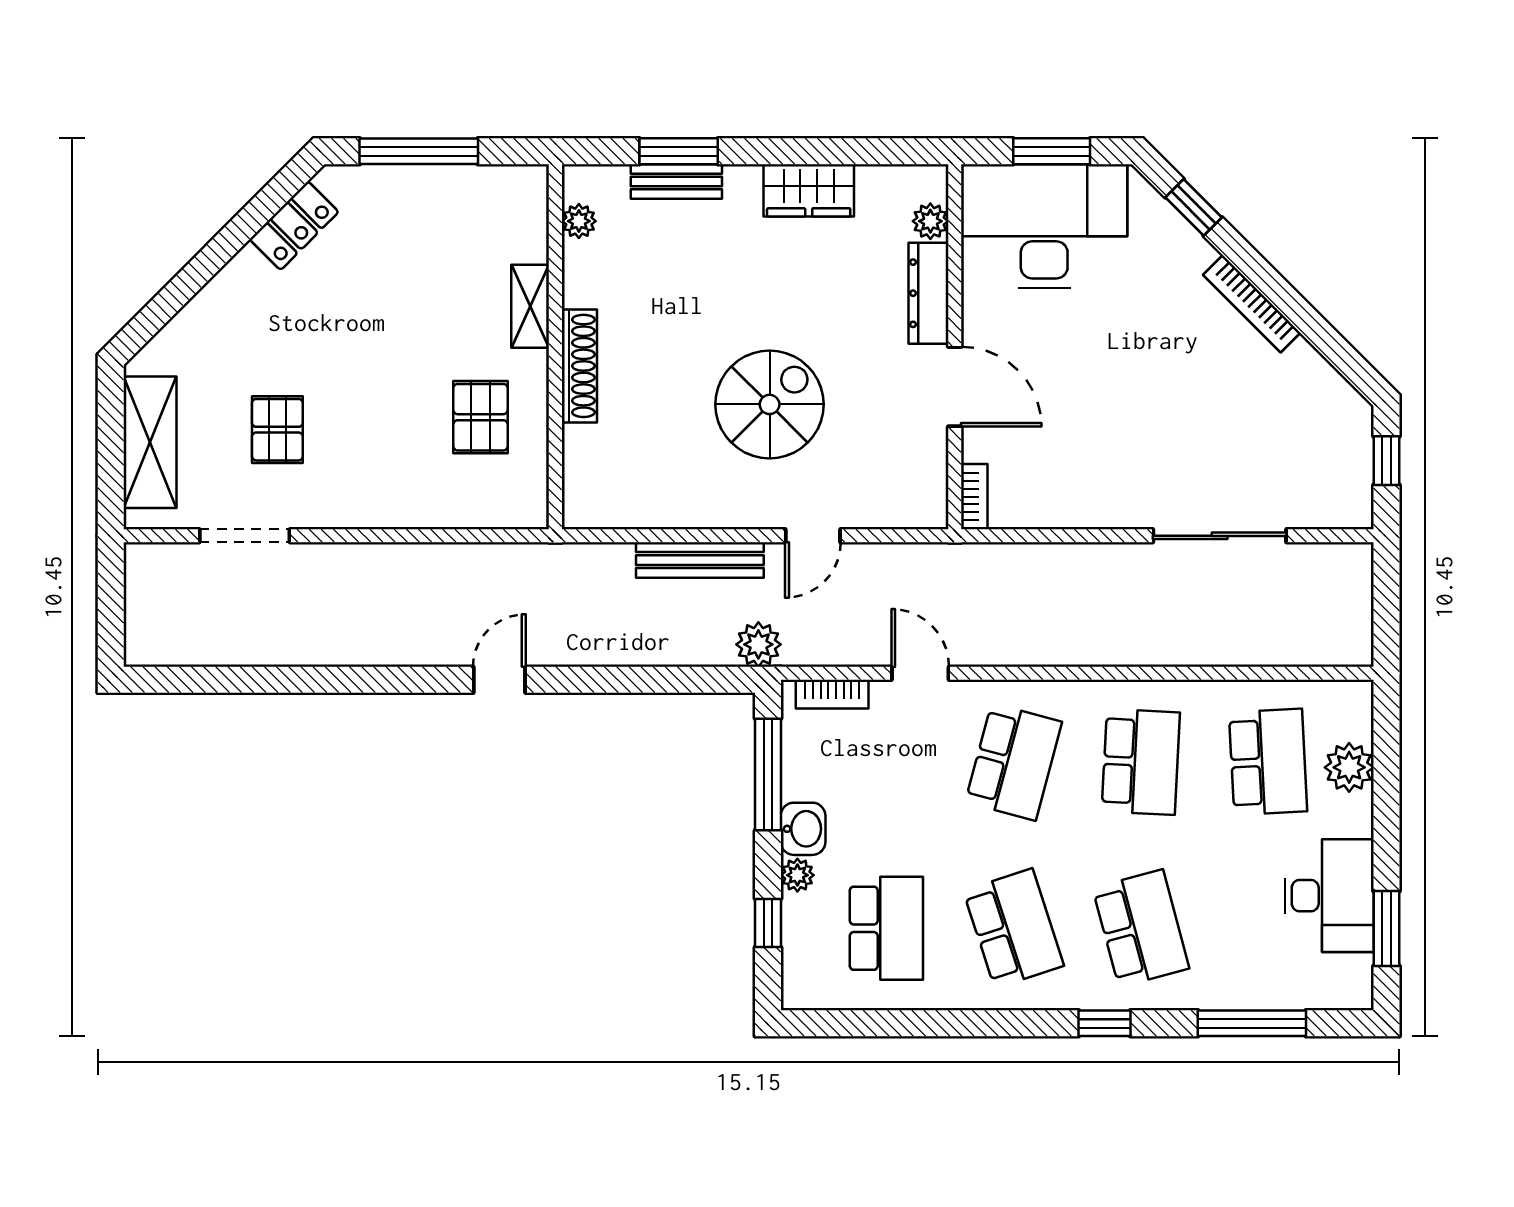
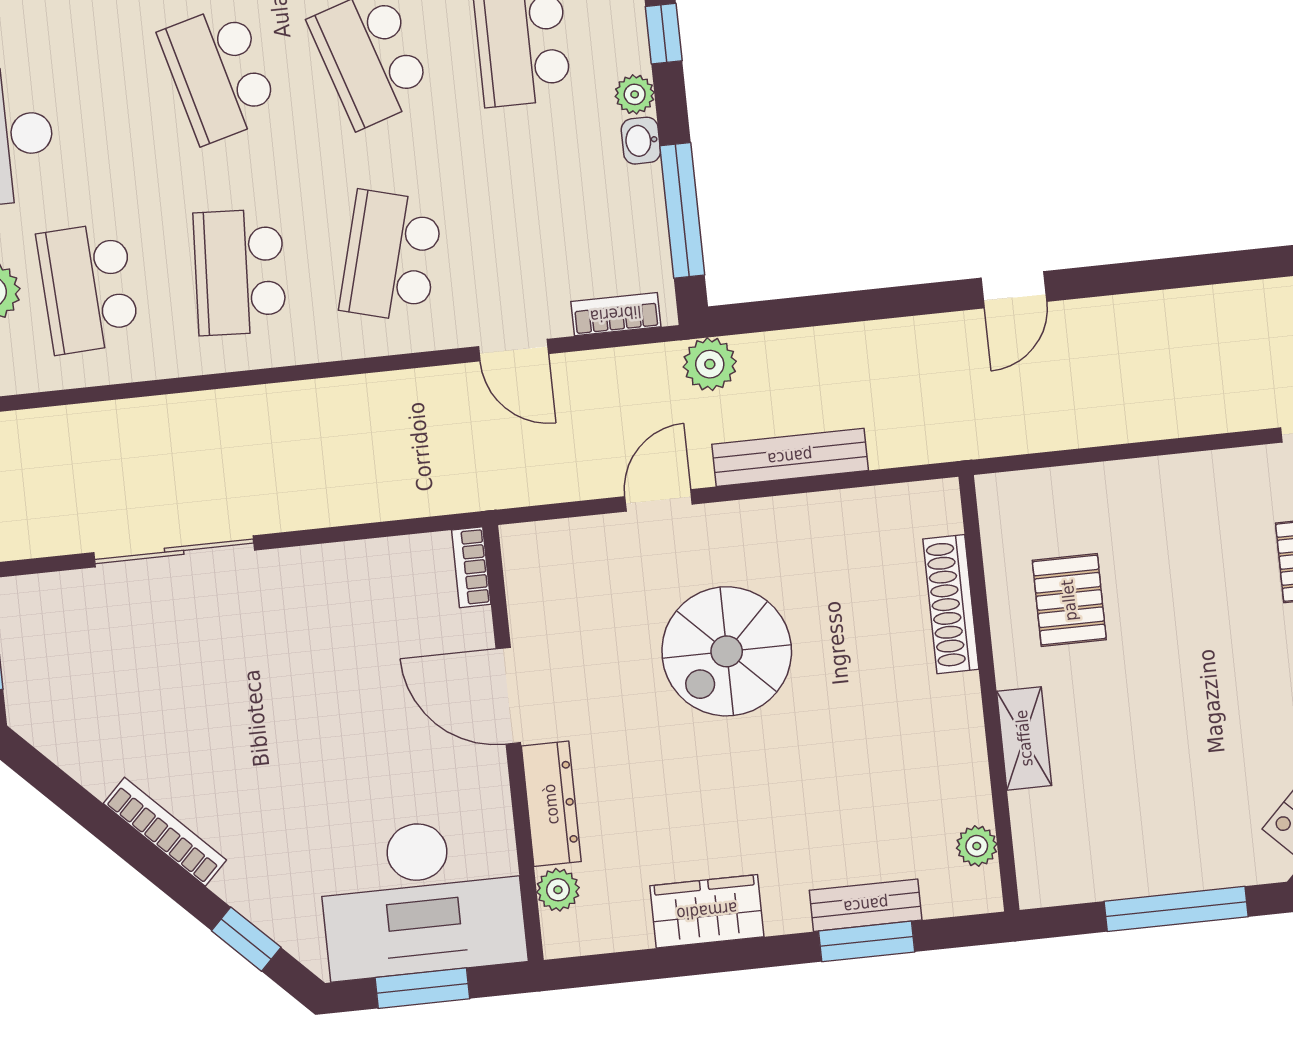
shoe rack: (579, 366) -> (951, 604), moved
washbasin: (803, 829) -> (641, 141), width x0.72, depth x0.69

